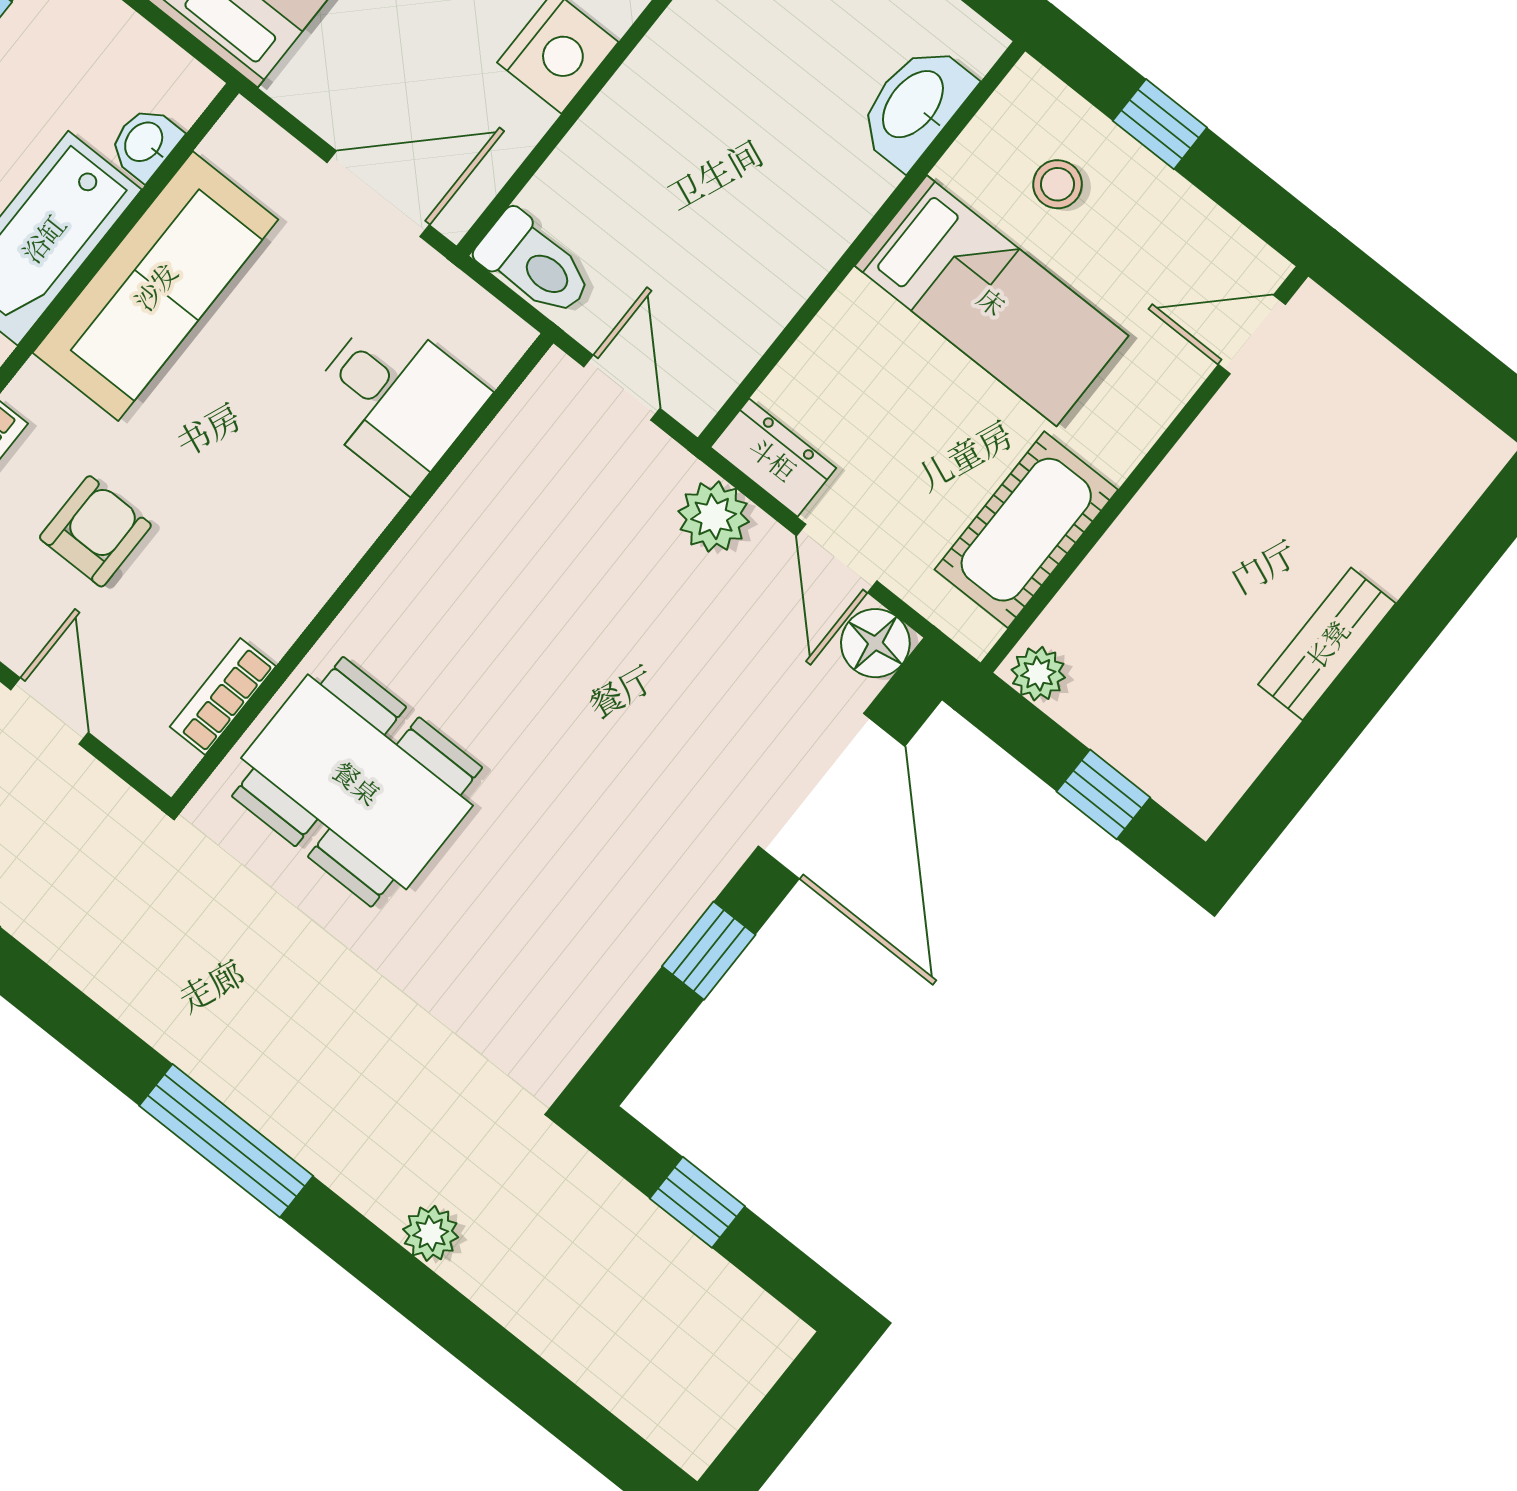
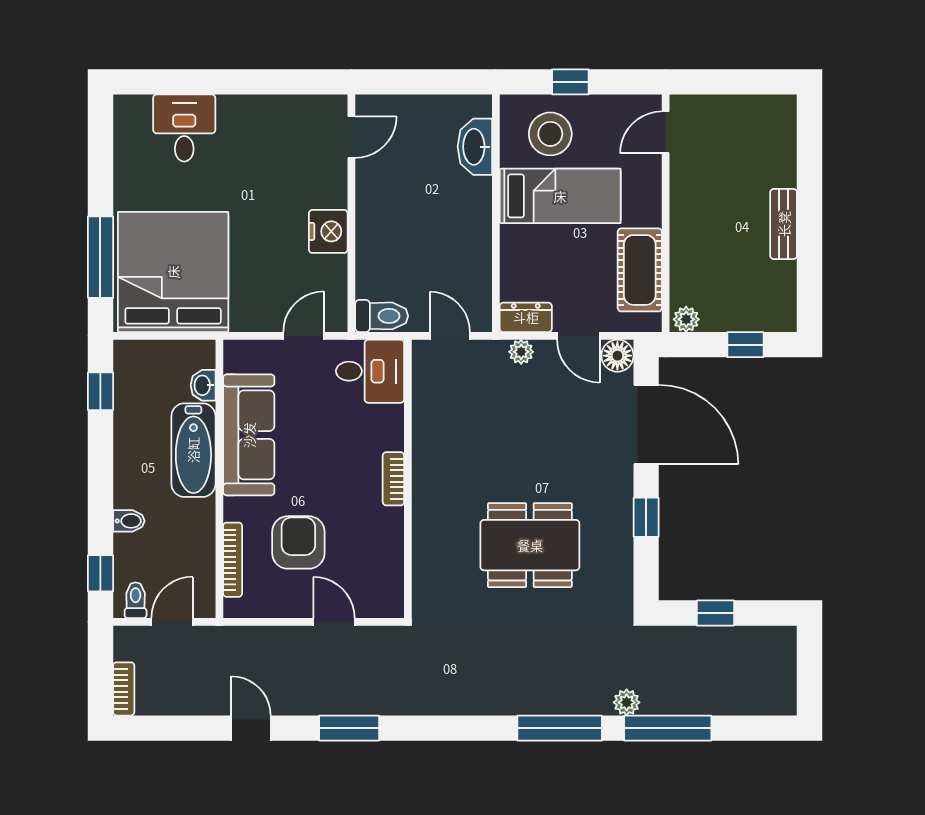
stool: (1058, 184) -> (550, 134), width x1.89, depth x1.89
door: (378, 194) -> (304, 336), width x0.73
desk: (395, 400) -> (370, 371), moved
plant: (714, 517) -> (521, 352), width x0.73, depth x0.73
armchair: (95, 531) -> (298, 542), width x1.38, depth x1.38
bookcase: (223, 697) -> (393, 479), moved
dining table: (357, 782) -> (530, 545), moved
window: (226, 1141) -> (560, 728), moved
window: (465, 1331) -> (668, 728), added

